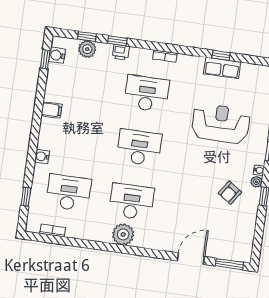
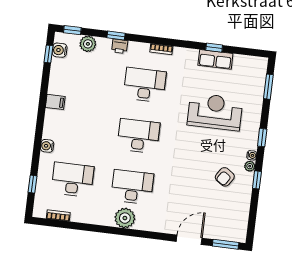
window: (87, 36) -> (72, 30), moved

